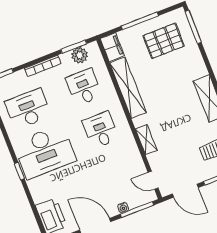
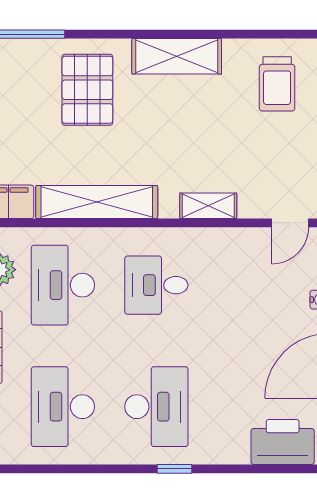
pallet: (164, 41) -> (87, 90), moved
desk: (84, 87) -> (63, 285), width x1.37
desk: (45, 152) -> (156, 407), width x0.73, depth x0.77

